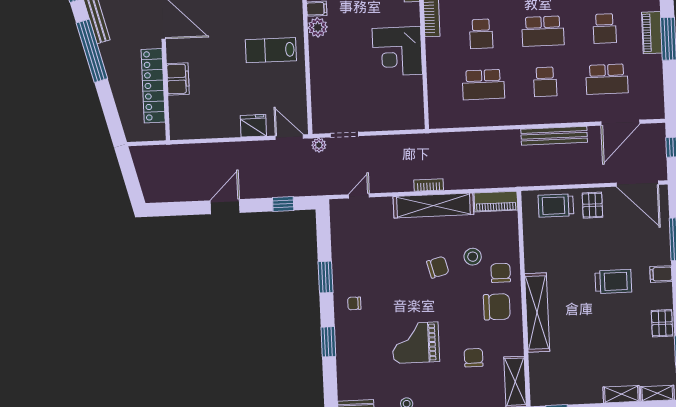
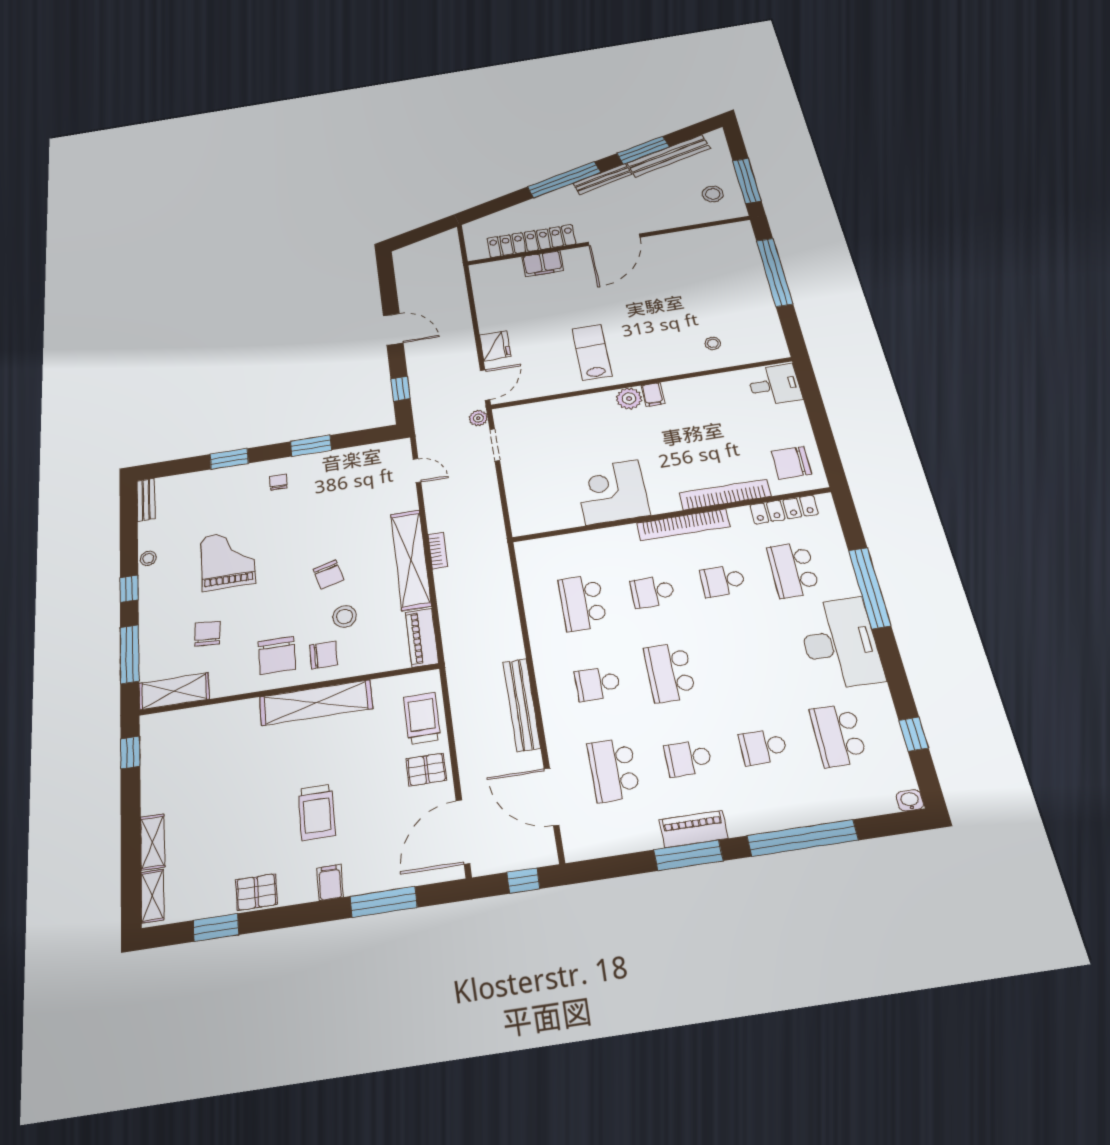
shelving: (537, 313) -> (316, 703), moved
chair: (474, 358) -> (208, 634), turned -86

